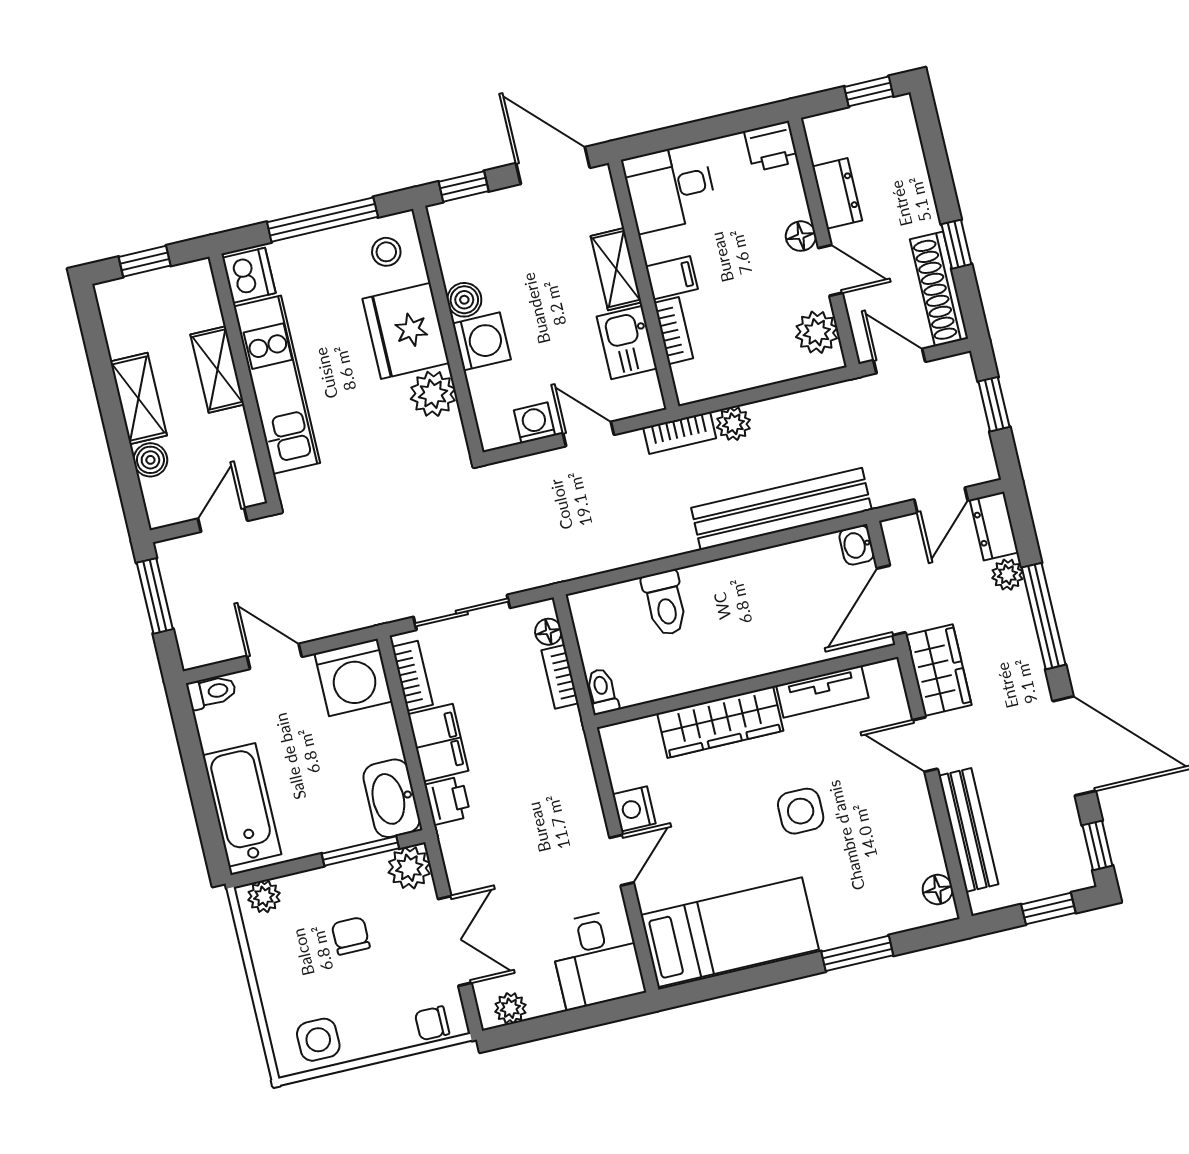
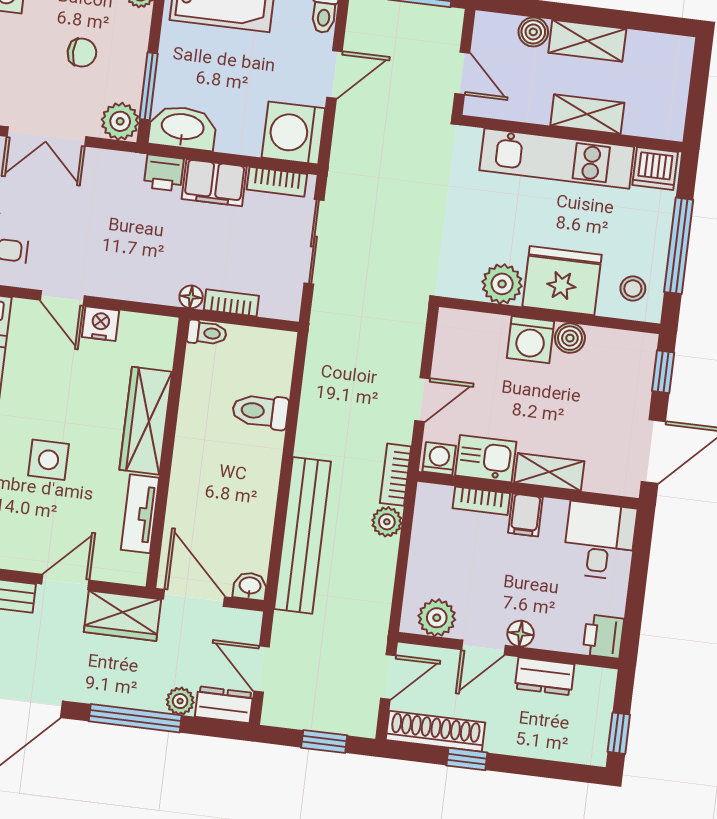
window: (145, 261) -> (698, 87), removed
washing machine: (535, 423) -> (439, 459), moved, turned -90
floor lamp: (548, 632) -> (191, 297), moved

